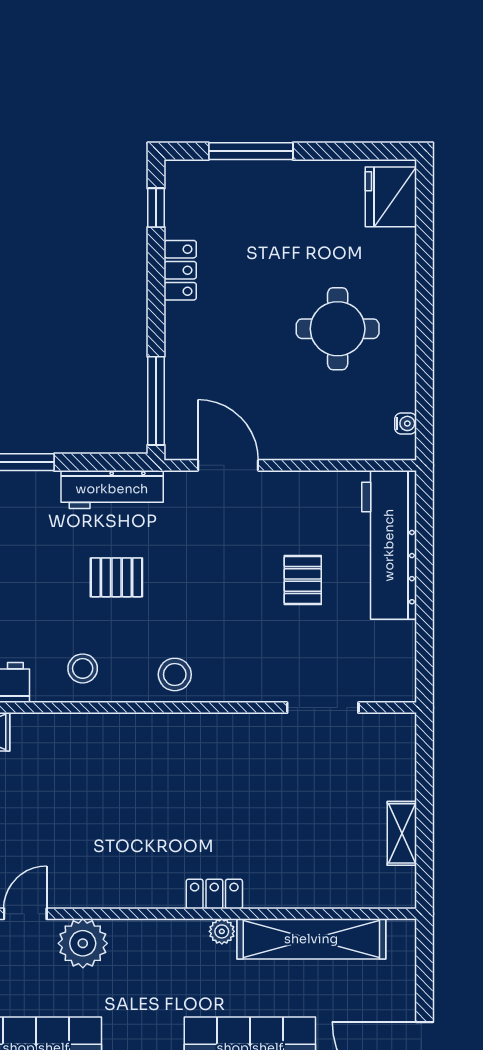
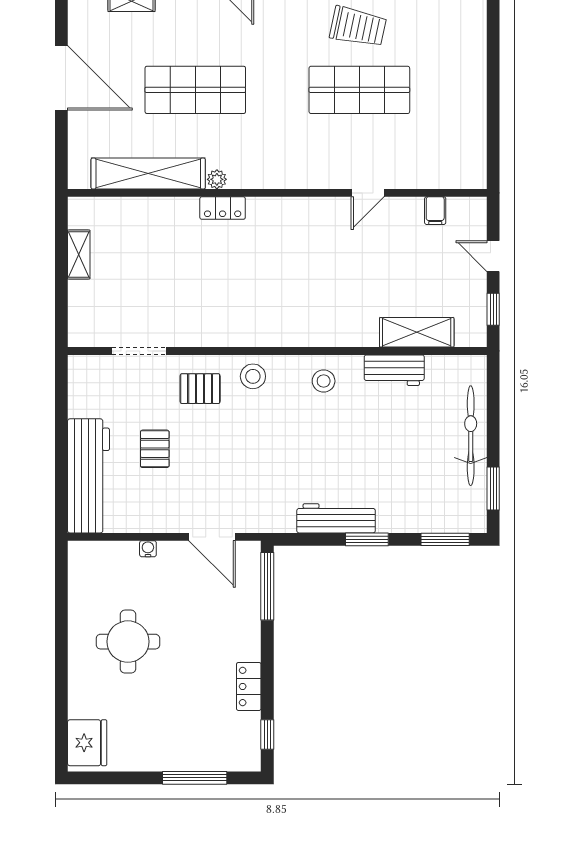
water cooler: (406, 423) -> (148, 549), moved, turned 90
workbench: (112, 489) -> (336, 518), moved
pallet: (116, 577) -> (200, 389), moved
plant: (83, 943) -> (323, 170), removed

